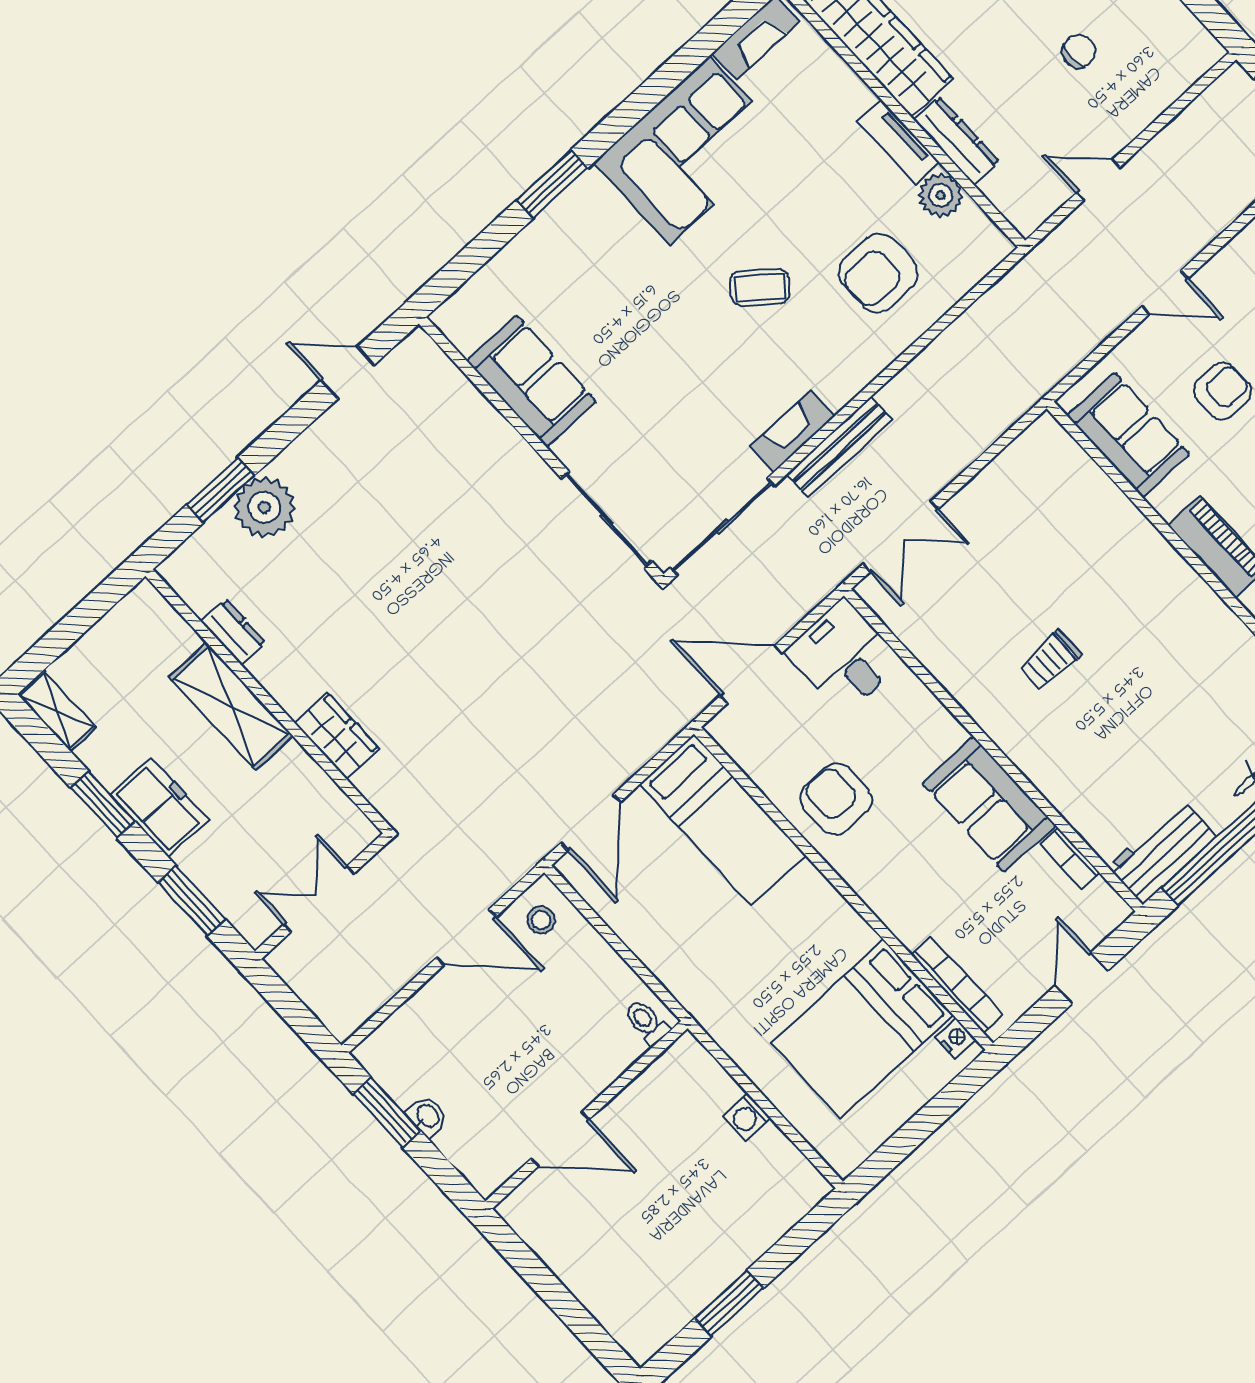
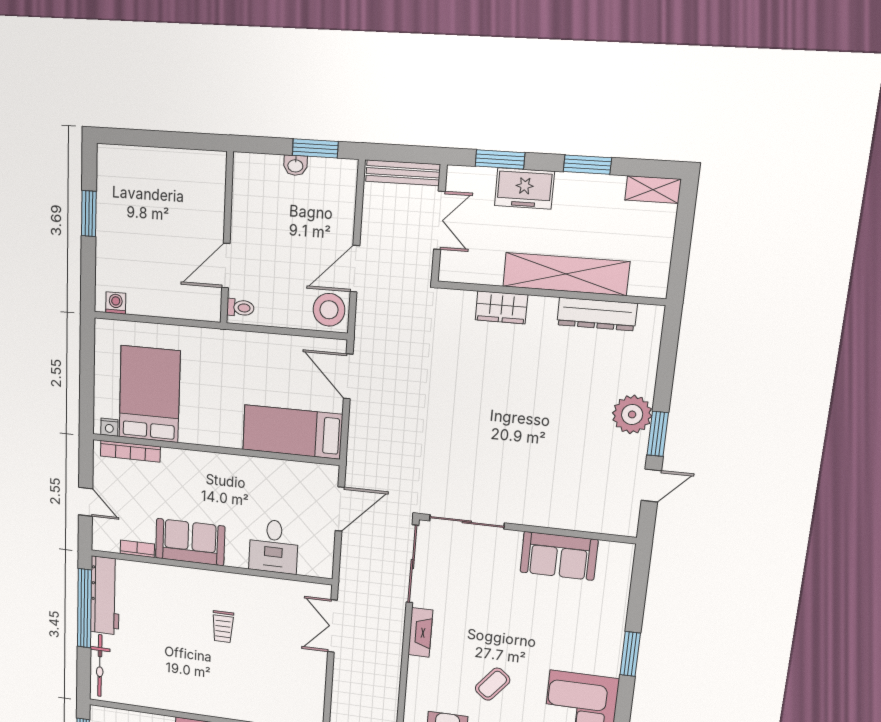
bench: (839, 447) -> (403, 173), moved, turned 90
window: (221, 490) -> (658, 434), moved
plant: (264, 507) -> (632, 414), moved
dresser: (233, 632) -> (597, 314), width x1.96, depth x1.24
desk: (844, 656) -> (274, 546), moved, turned 90
trolley: (1050, 660) -> (223, 627), turned 180
shelving: (231, 706) -> (566, 274), width x1.47
armchair: (836, 799) -> (254, 486), removed
freezer: (159, 807) -> (524, 188), moved
workbench: (1162, 852) -> (105, 596), width x1.38
stool: (541, 920) -> (329, 310), width x1.89, depth x1.89
washing machine: (747, 1117) -> (116, 303), moved
door: (560, 1139) -> (226, 266), moved

